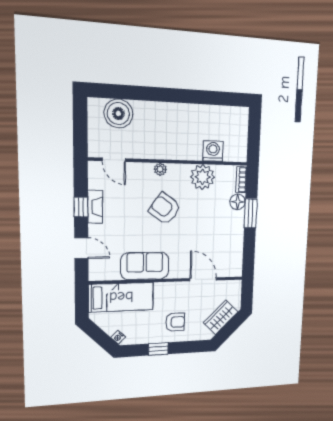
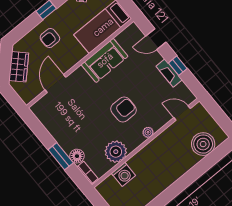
armchair: (165, 209) -> (123, 109), turned -36
door: (203, 279) -> (55, 84), swing flipped

